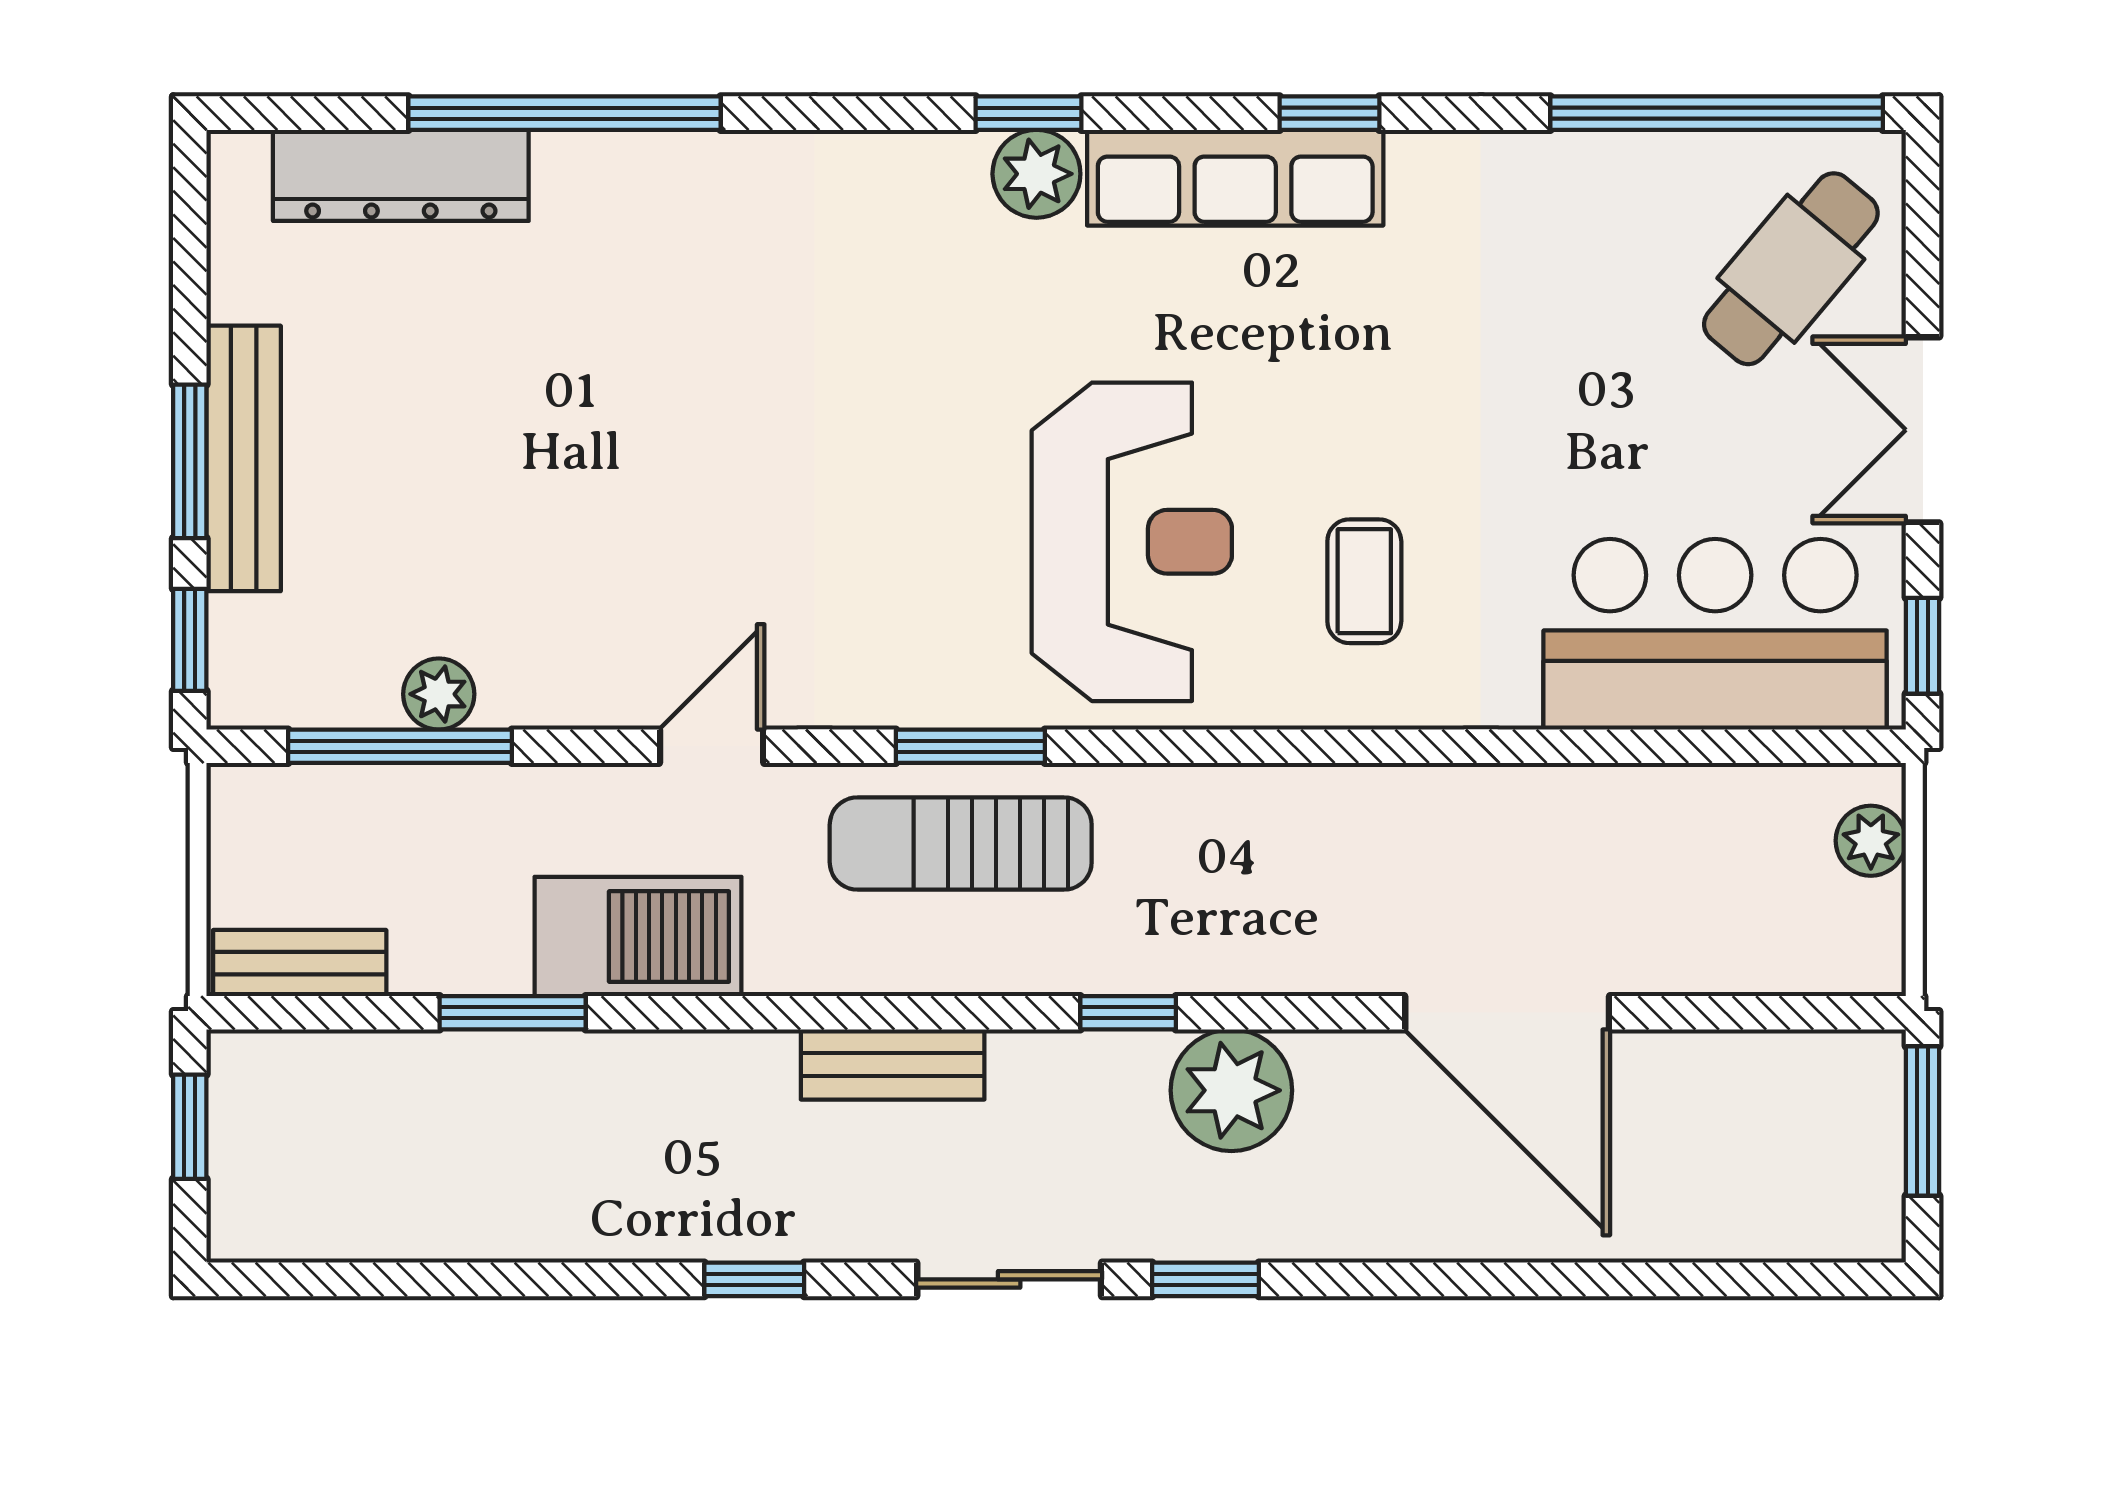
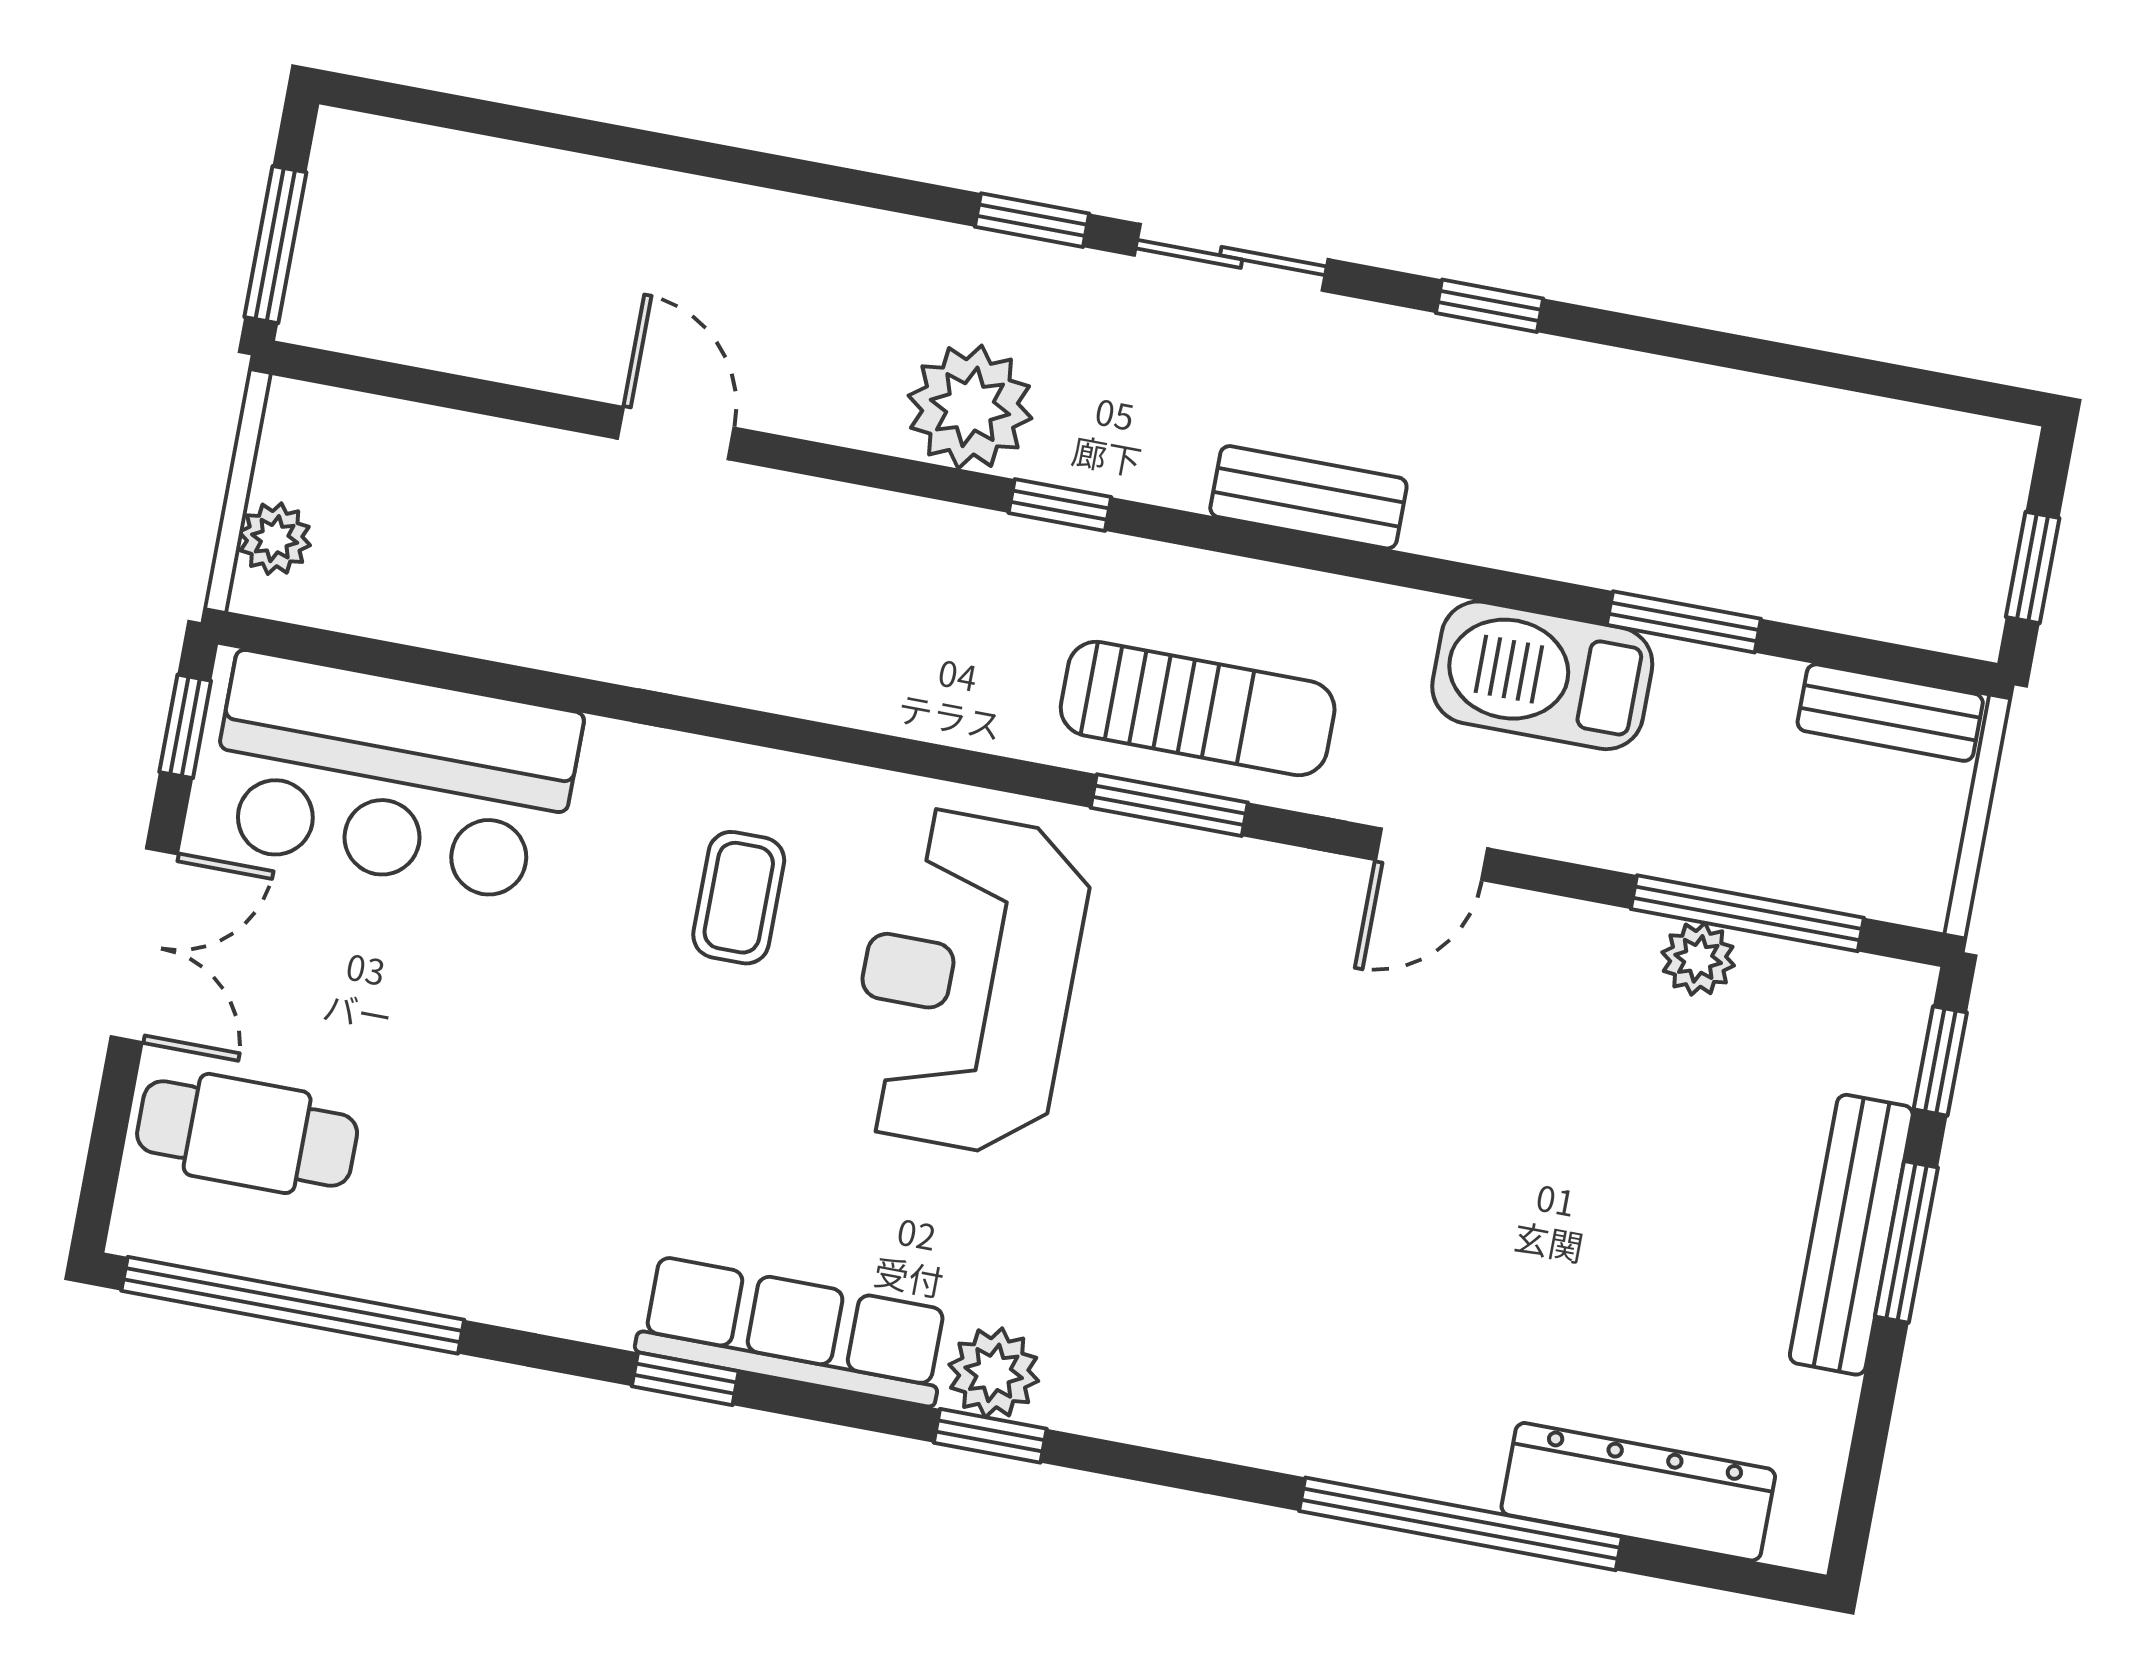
cafe table: (1791, 269) -> (247, 1133), turned 50
door: (1507, 1013) -> (676, 433), width x0.53

